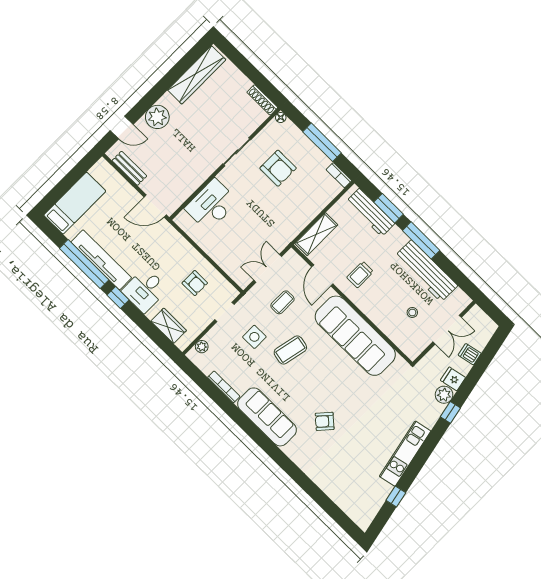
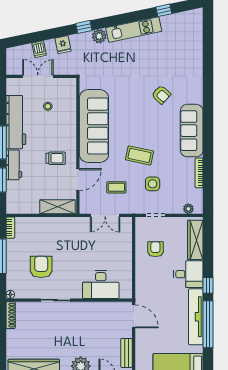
workbench: (371, 212) -> (14, 165), moved, width x0.73
wardrobe: (169, 326) -> (195, 240), width x1.50
plant: (444, 395) -> (99, 36), moved

